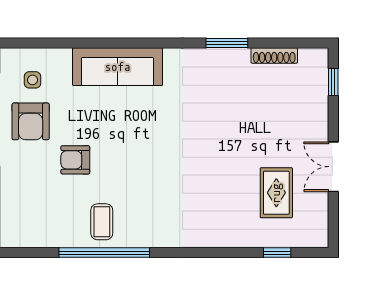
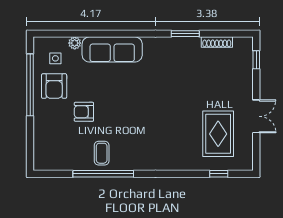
plant: (61, 57) -> (75, 43), added
double door: (333, 167) -> (256, 116), swing flipped
rug: (276, 193) -> (218, 134), width x1.36, depth x1.43

